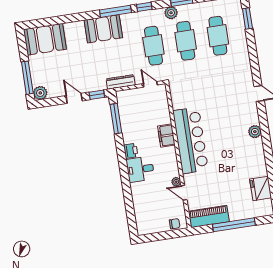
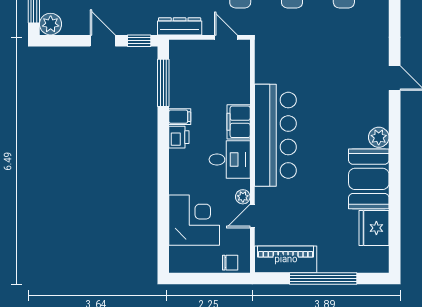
filing cabinet: (129, 138) -> (180, 117), added
booth: (253, 158) -> (369, 179), added
desk: (140, 169) -> (230, 160), moved, turned 180
door: (184, 193) -> (252, 216), hinge flipped
corner desk: (148, 201) -> (194, 220), added

